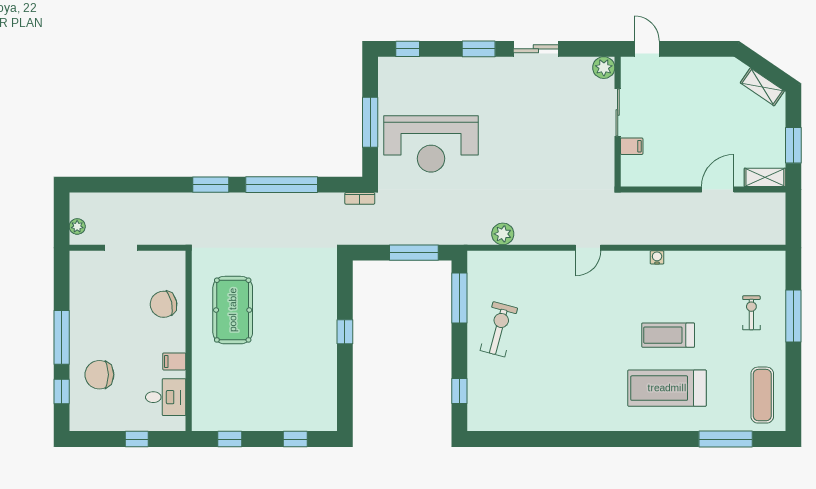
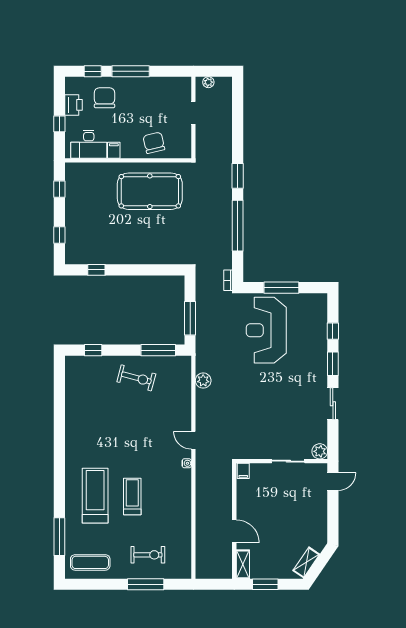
window: (408, 49) -> (333, 331), moved
filing cabinet: (632, 146) -> (243, 471), moved
water cooler: (657, 257) -> (187, 463), moved
pool table: (233, 310) -> (150, 191), width x1.36, depth x1.32
exercise bike: (751, 313) -> (148, 555), width x1.38, depth x1.39
window: (345, 332) -> (96, 270), moved
desk: (166, 397) -> (89, 144), width x1.37
printer: (110, 419) -> (73, 105), added

